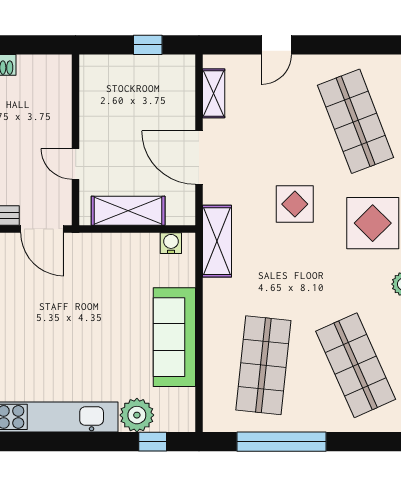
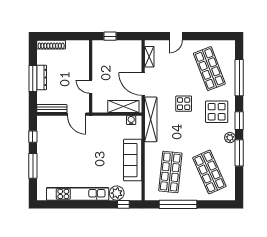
window: (148, 45) -> (110, 36), moved
shelving: (128, 211) -> (123, 106), moved
shelving: (217, 241) -> (151, 119), width x1.47

